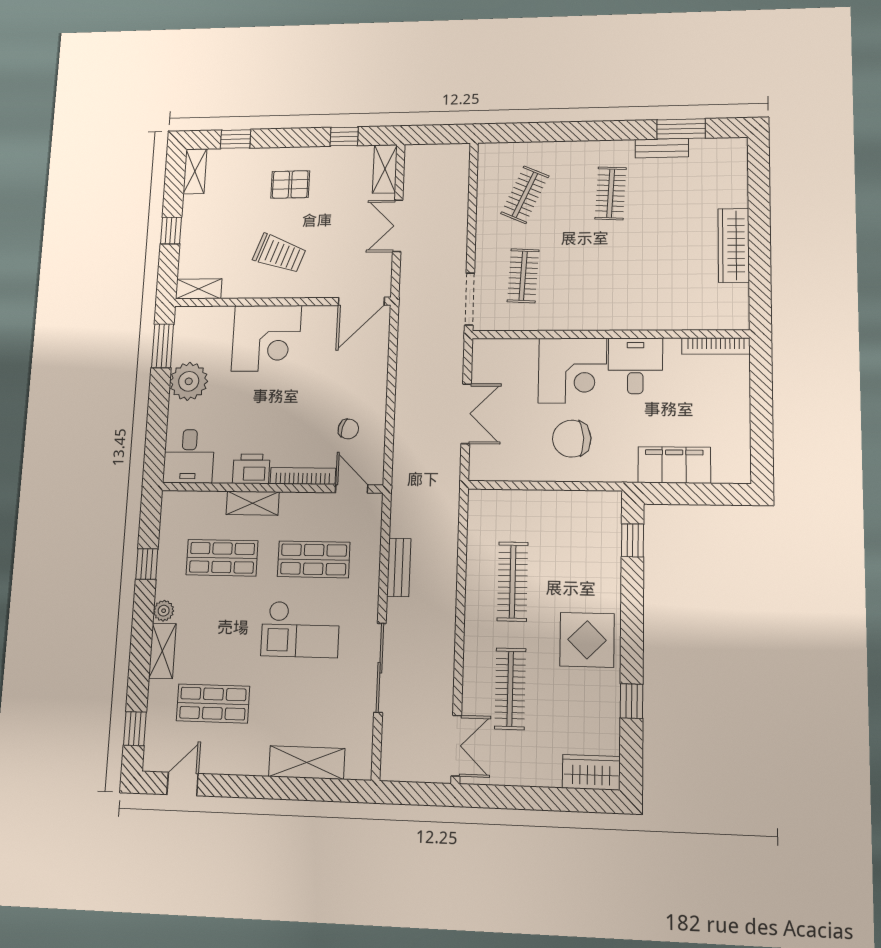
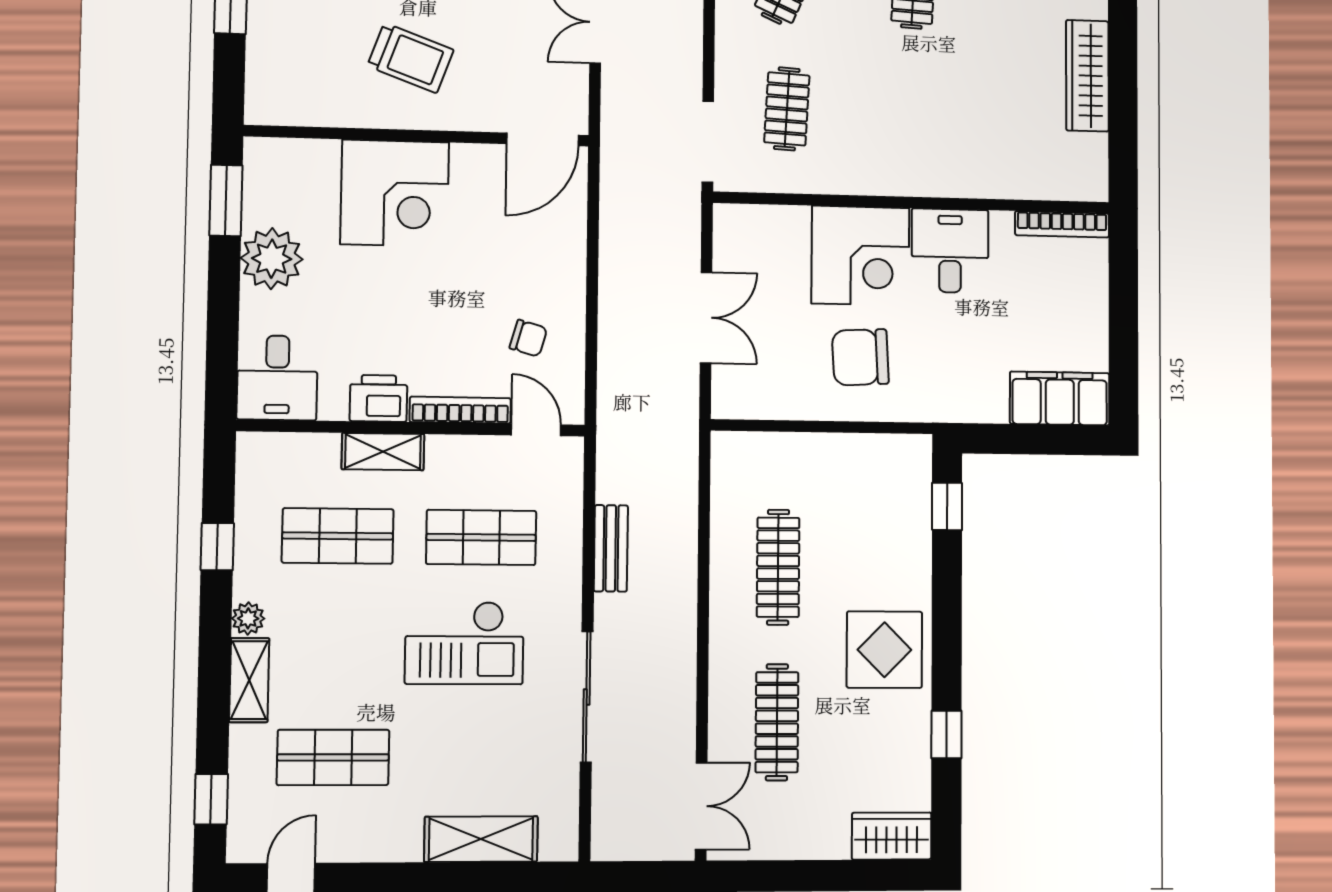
shelving: (199, 289) -> (281, 110), removed
filing cabinet: (674, 465) -> (1060, 398), moved

